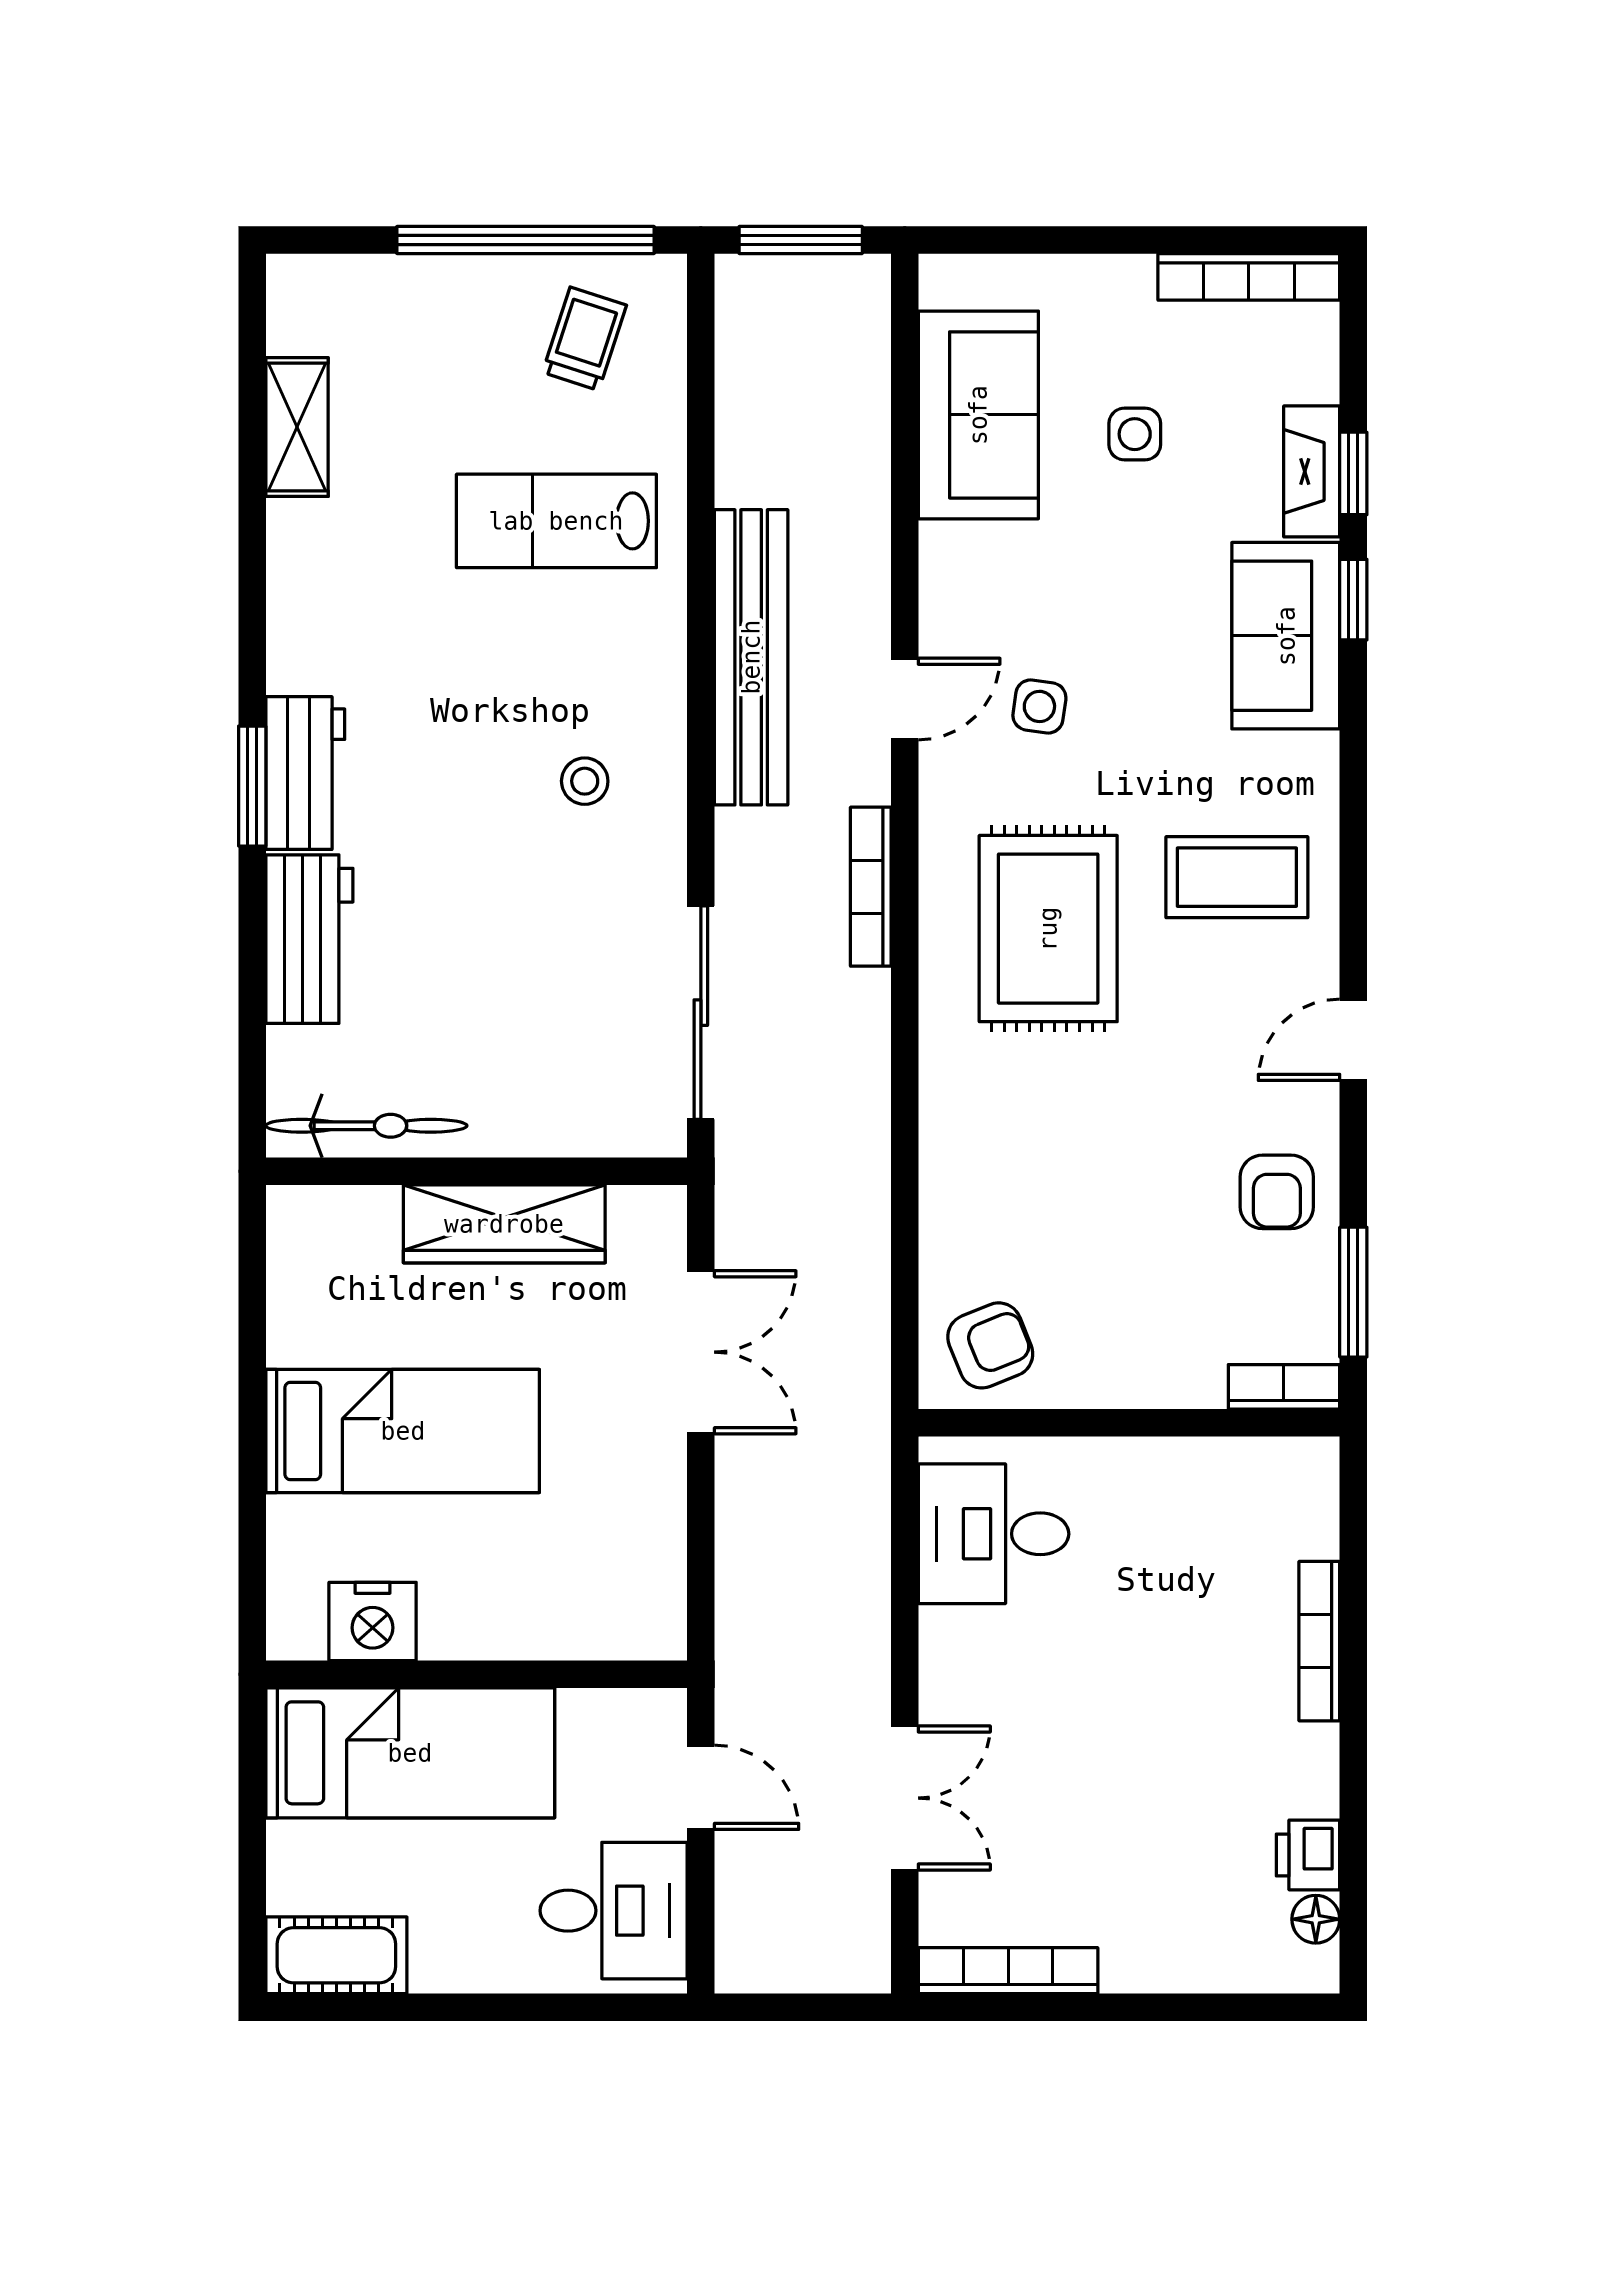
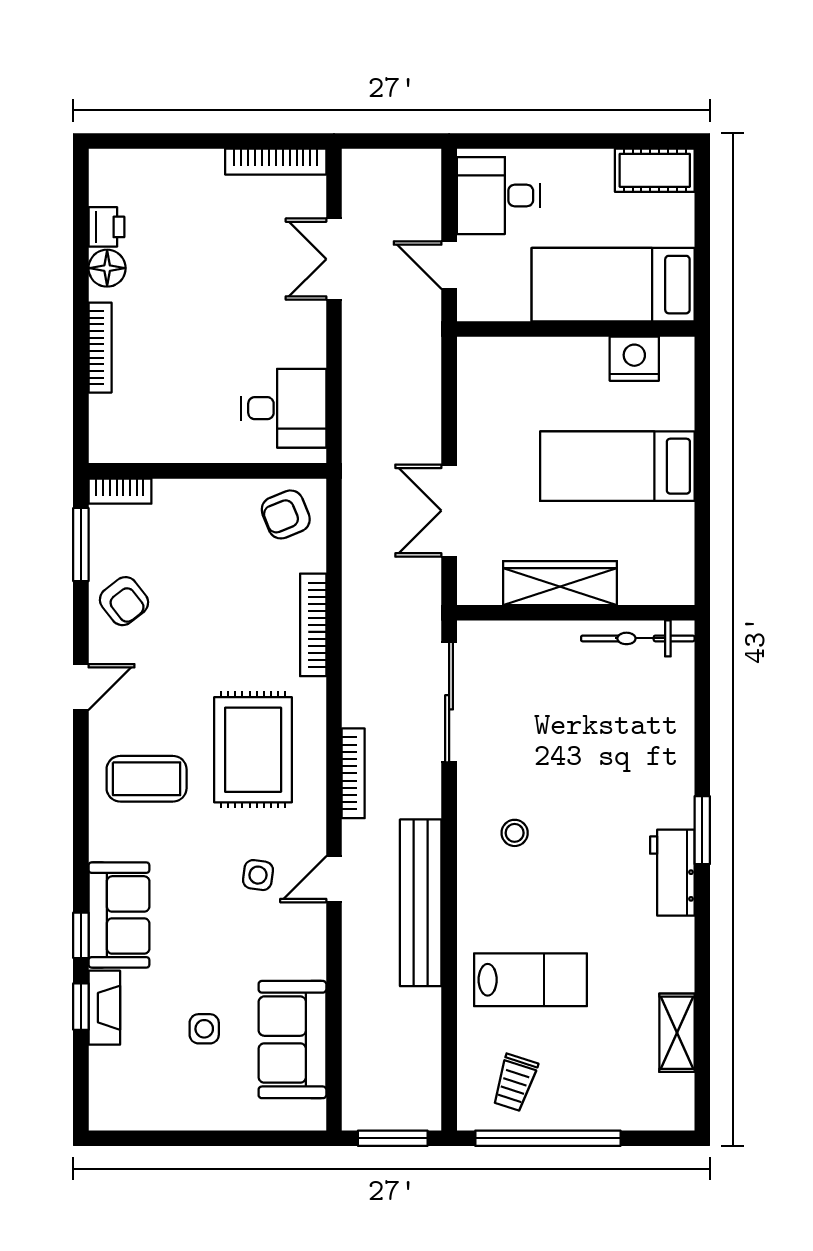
bookcase: (1249, 277) -> (313, 625), moved, turned -90
workbench: (305, 773) -> (672, 873), moved
workbench: (309, 939) -> (670, 744), removed
armchair: (1277, 1192) -> (124, 601), turned 142
floor lamp: (1316, 1919) -> (107, 268), moved, width x1.37, depth x1.37

